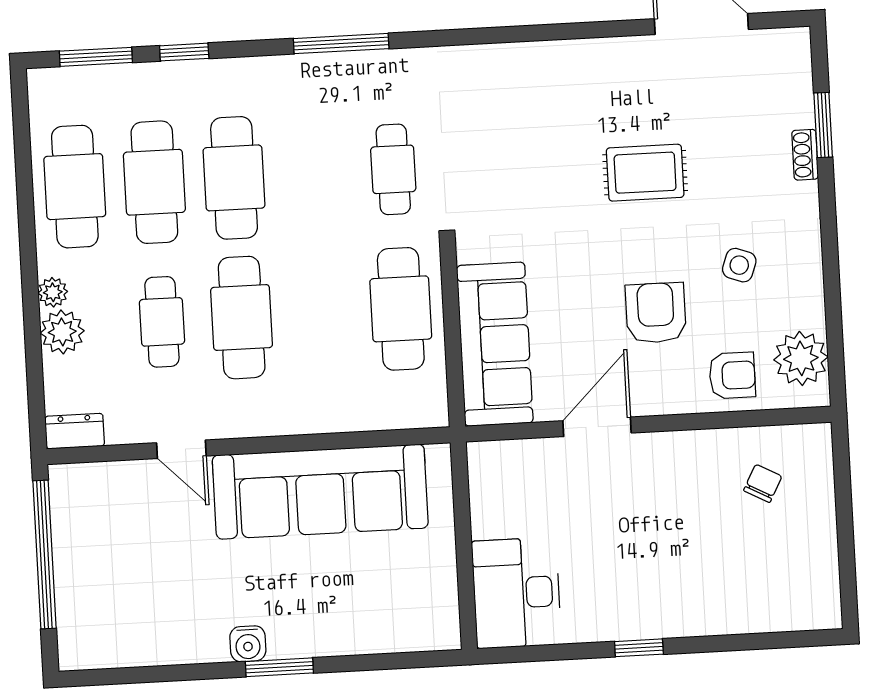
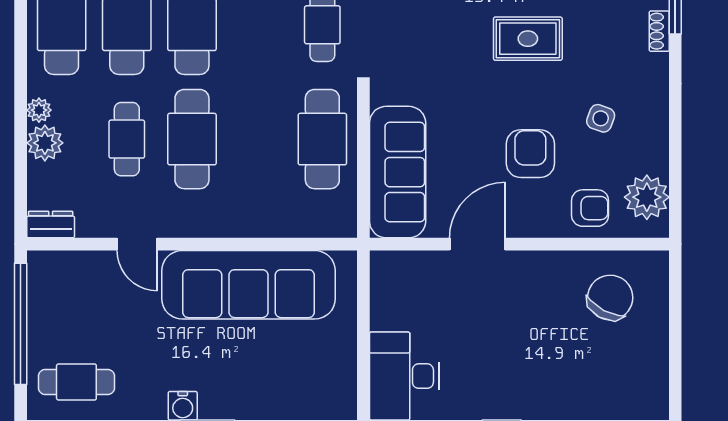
chair: (763, 483) -> (610, 298), width x1.87, depth x1.87
cafe table: (117, 622) -> (76, 382), added

